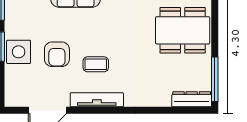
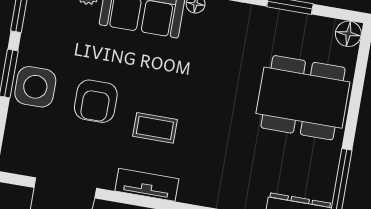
tv unit: (97, 100) -> (147, 185), width x0.71

